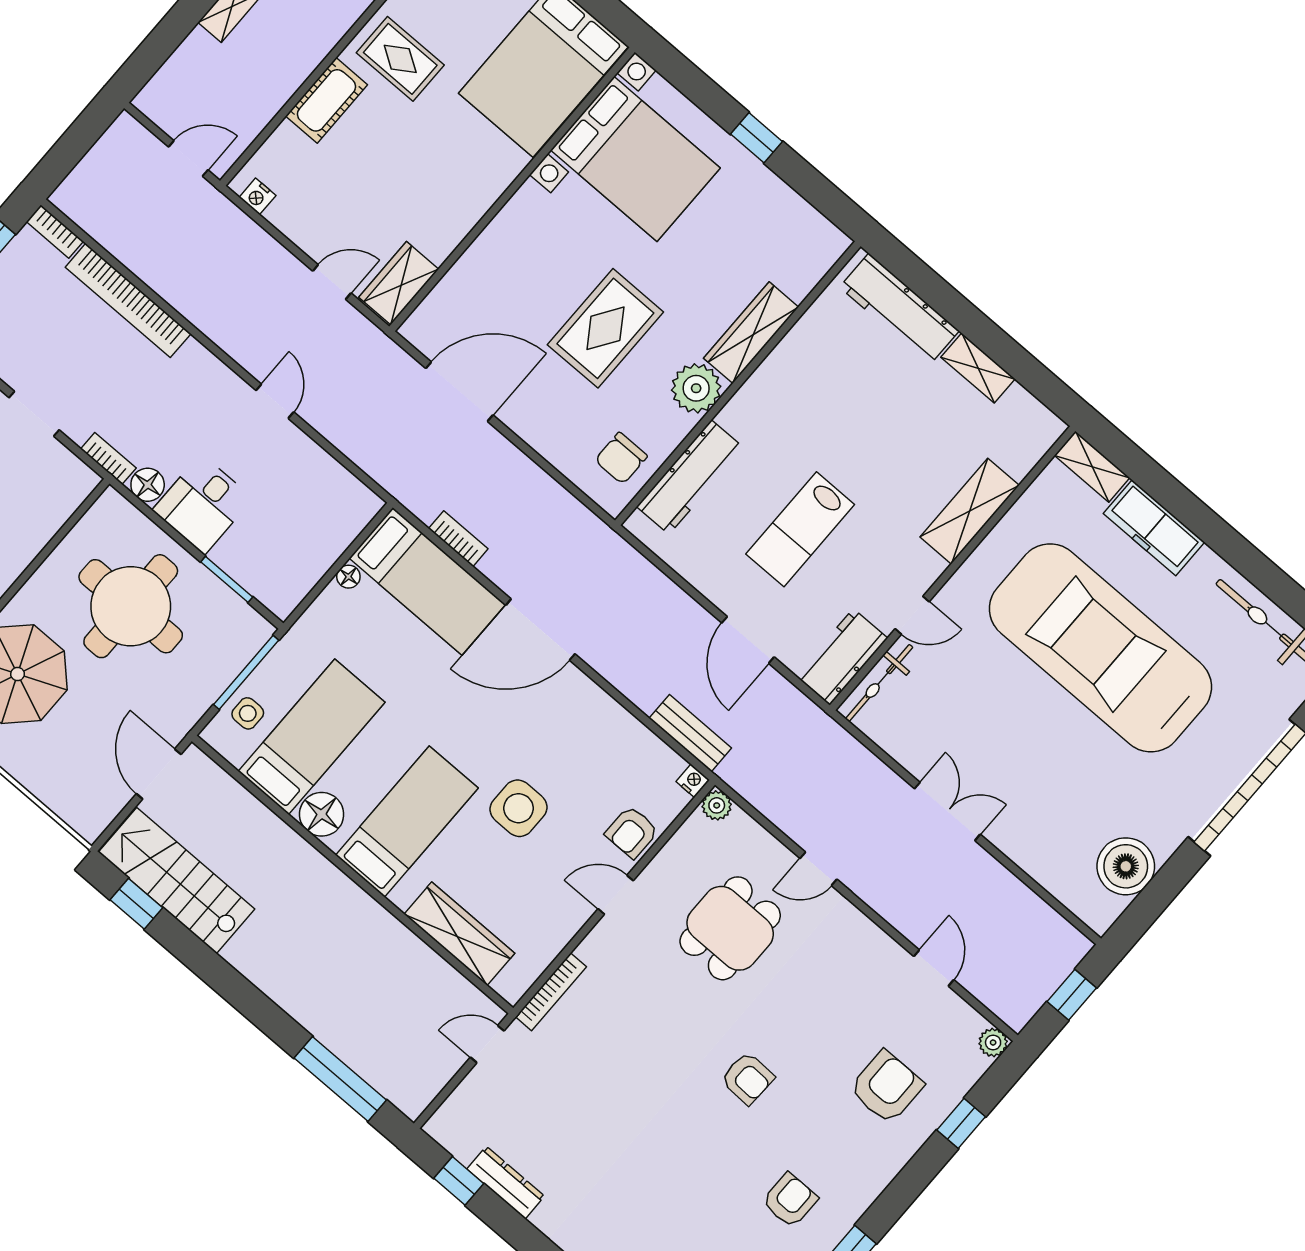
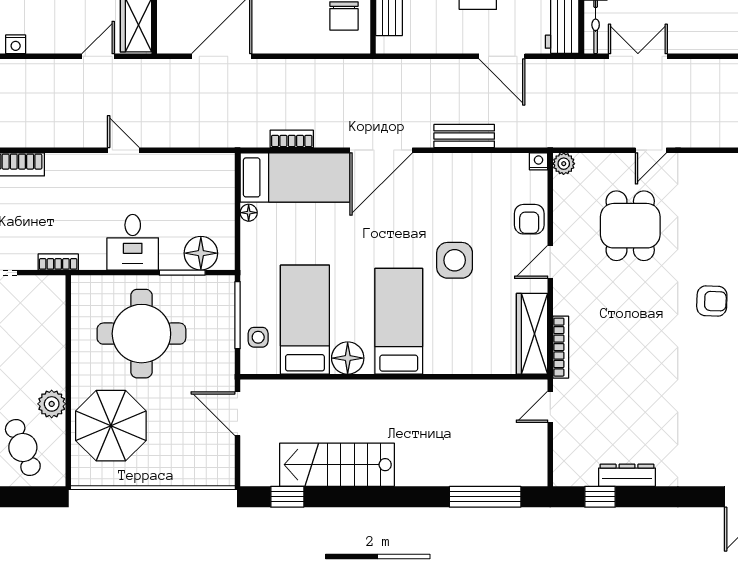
floor lamp: (148, 485) -> (201, 253), moved, width x1.38, depth x1.38
bench: (690, 733) -> (464, 136), moved
double door: (947, 811) -> (638, 56), moved
stairs: (176, 881) -> (337, 465), moved
wardrobe: (459, 934) -> (532, 334), moved, turned -90

